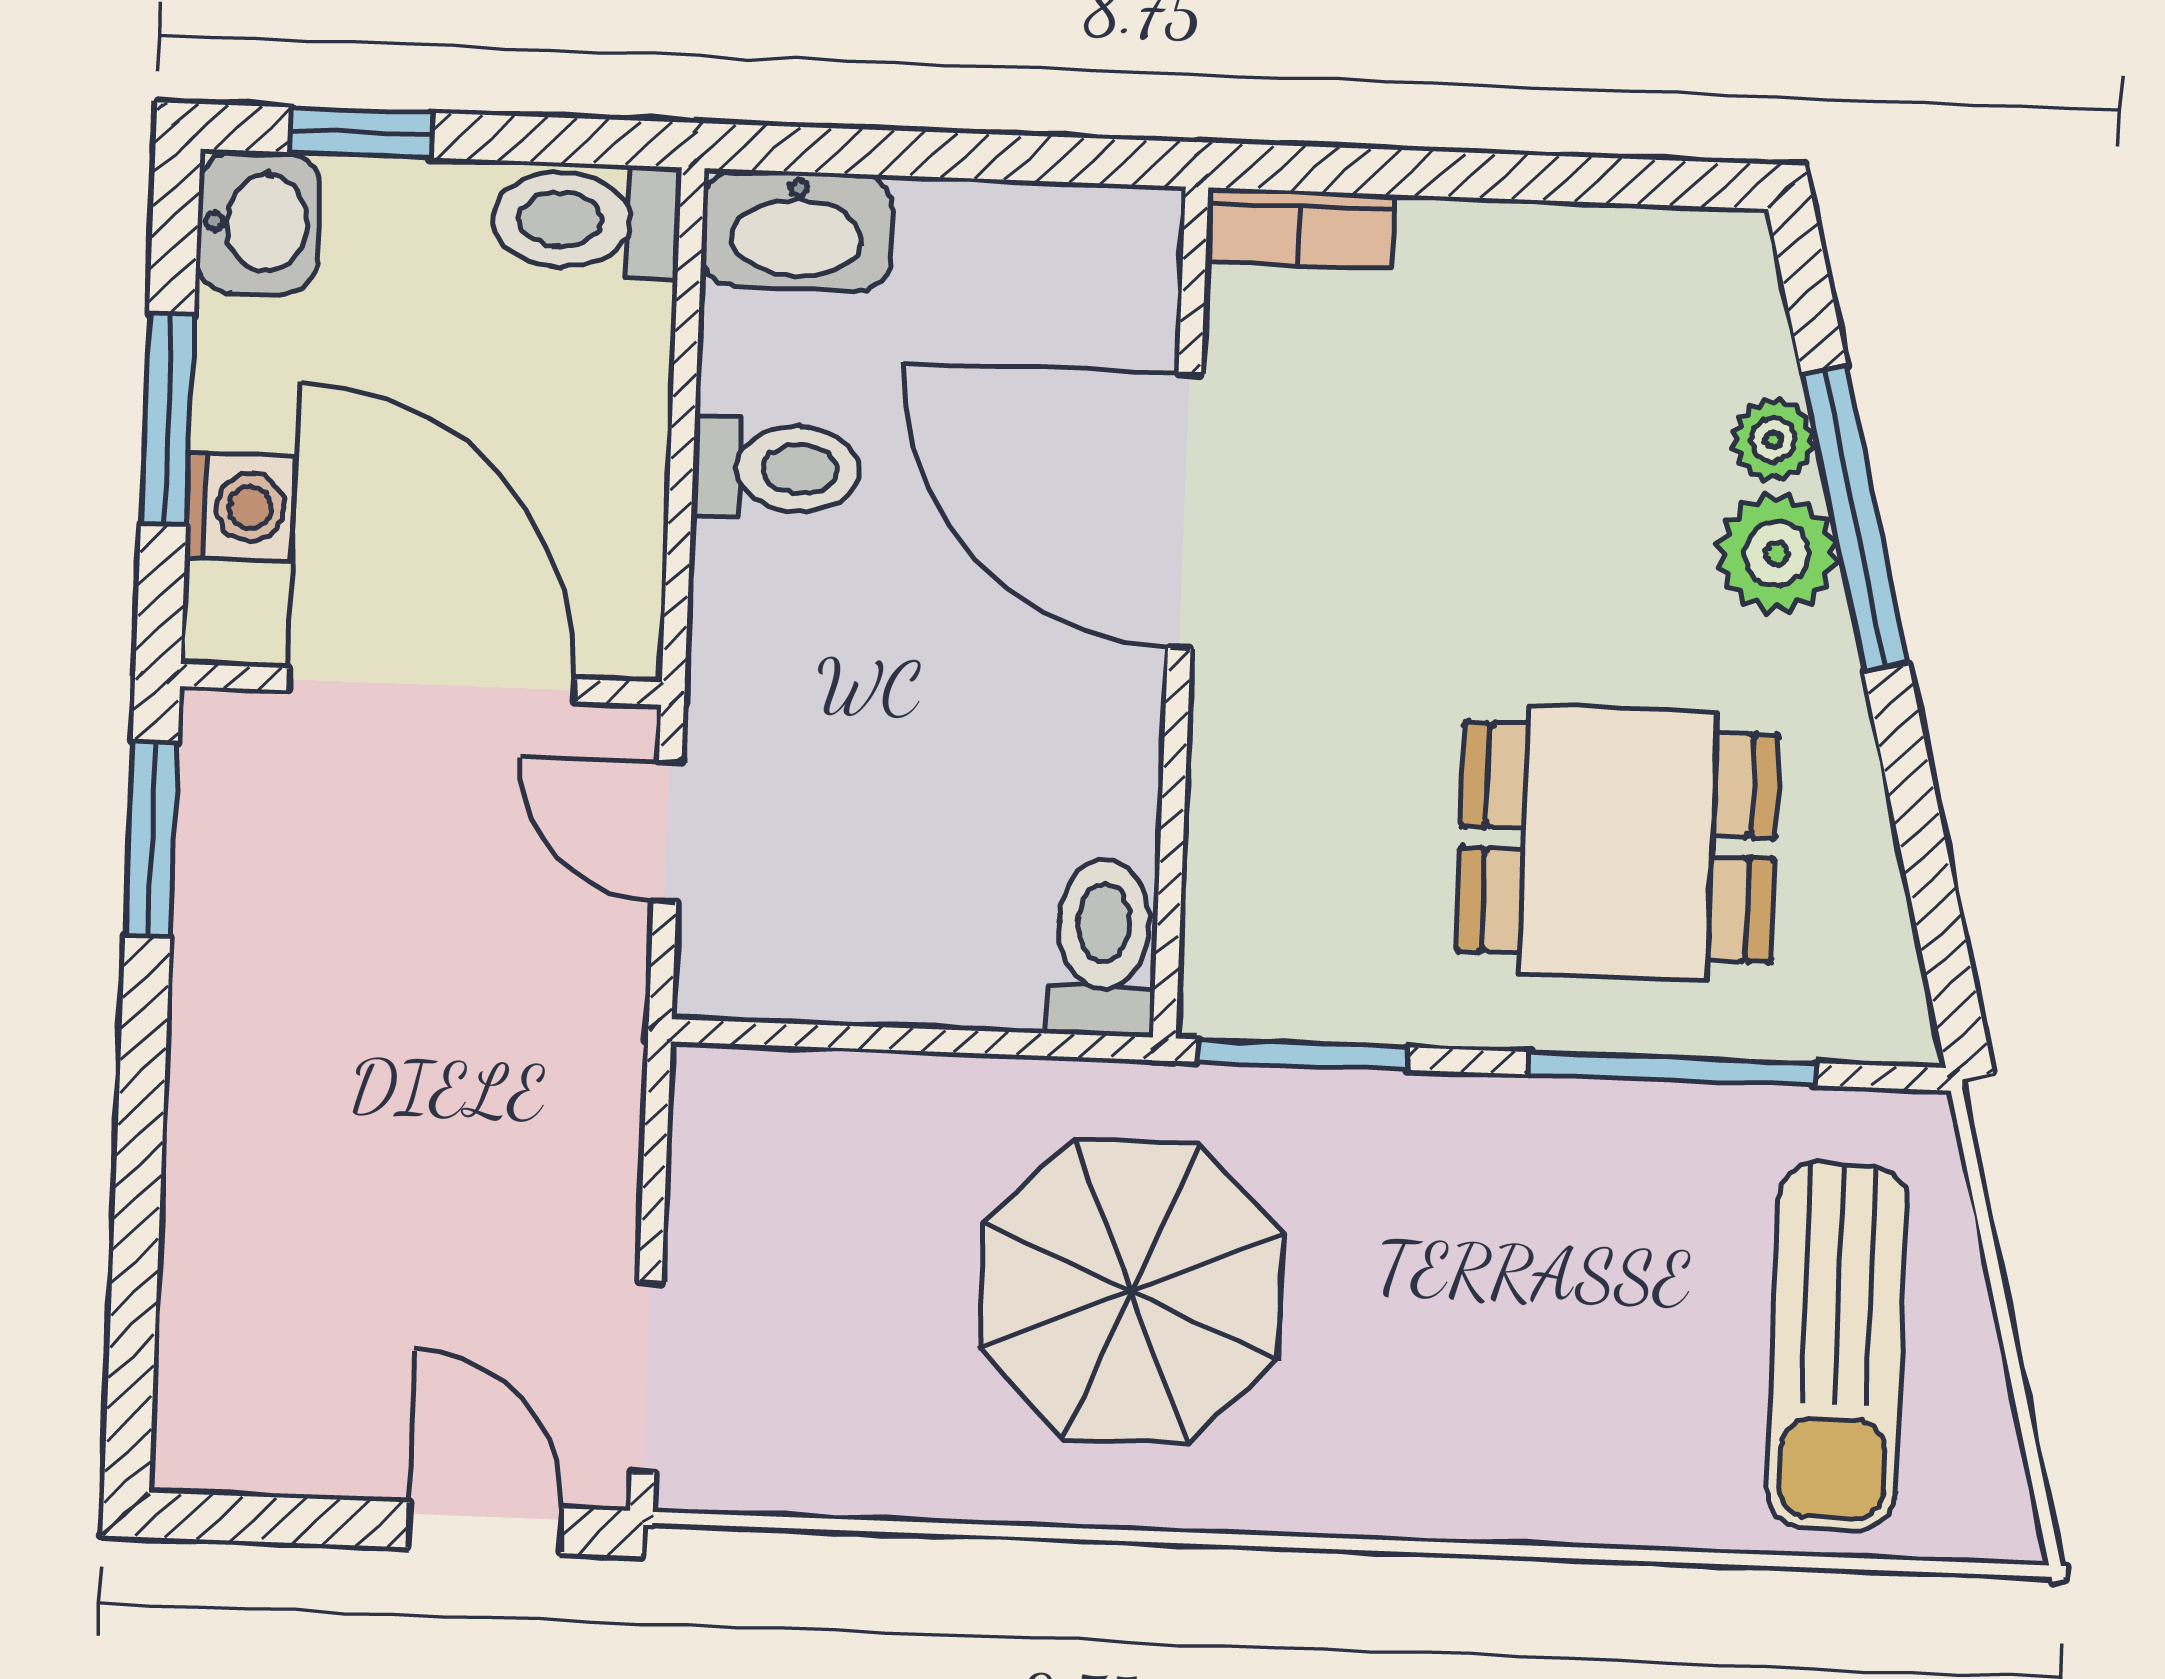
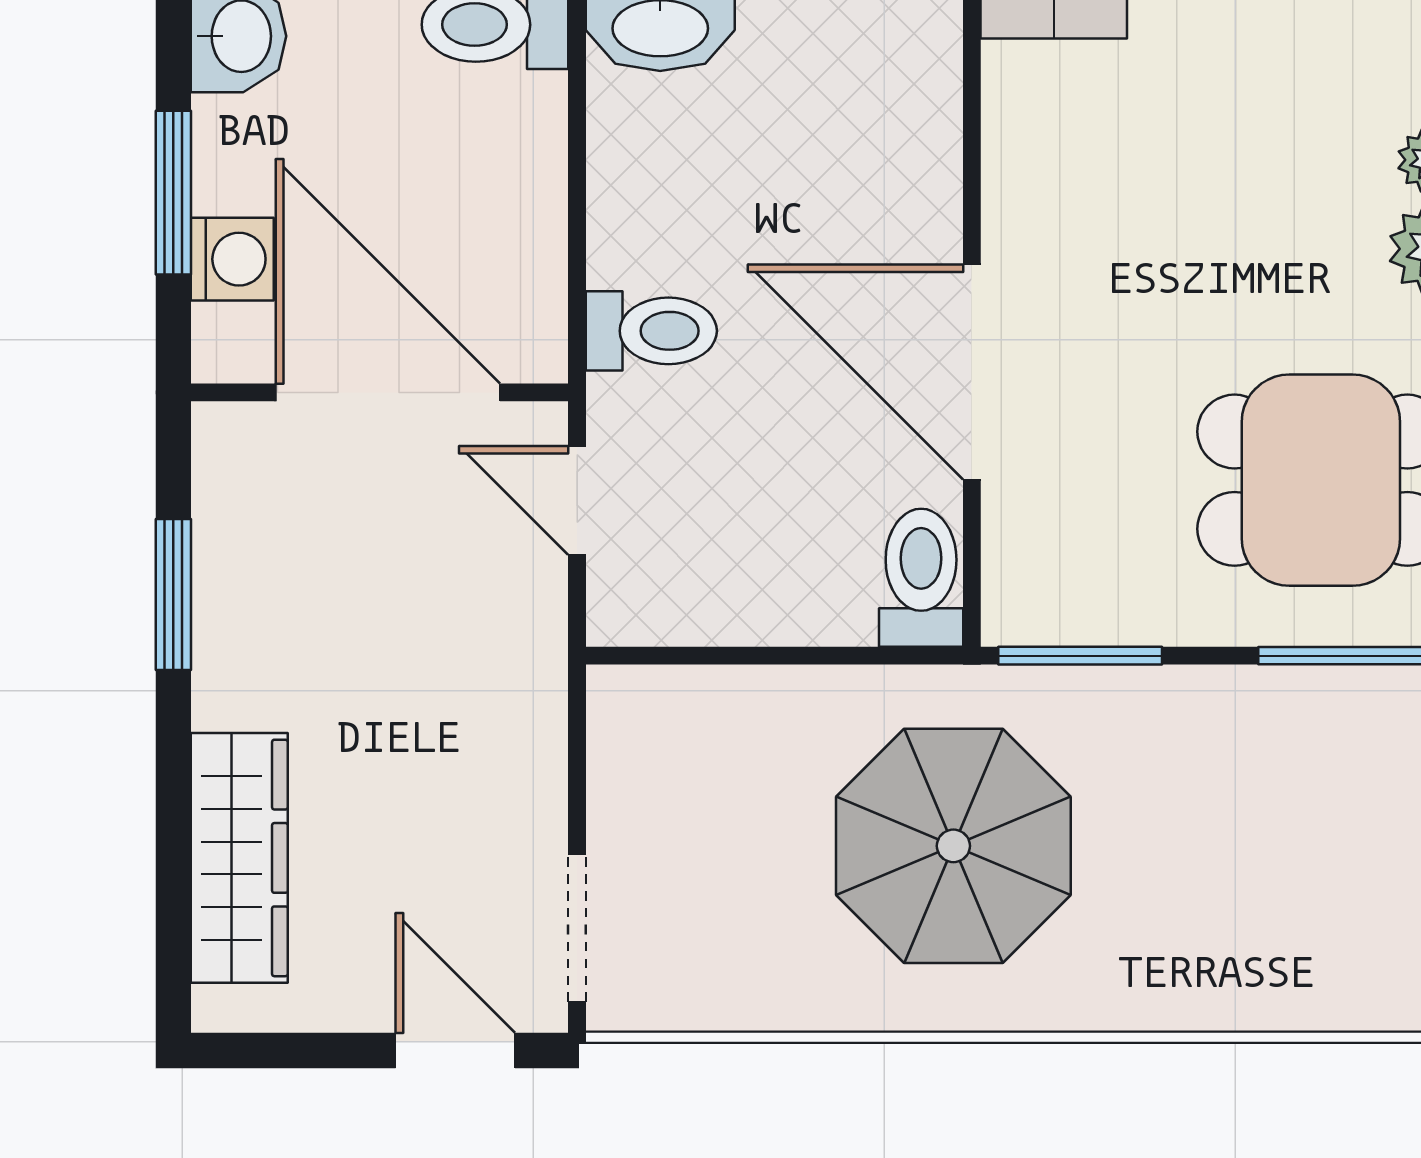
toilet: (776, 468) -> (651, 331), moved
door: (1185, 511) -> (972, 372), moved
window: (151, 839) -> (173, 595), moved
wardrobe: (219, 1272) -> (239, 858), added

